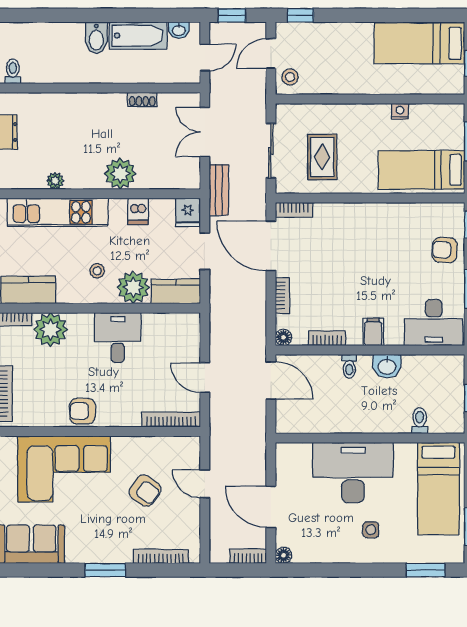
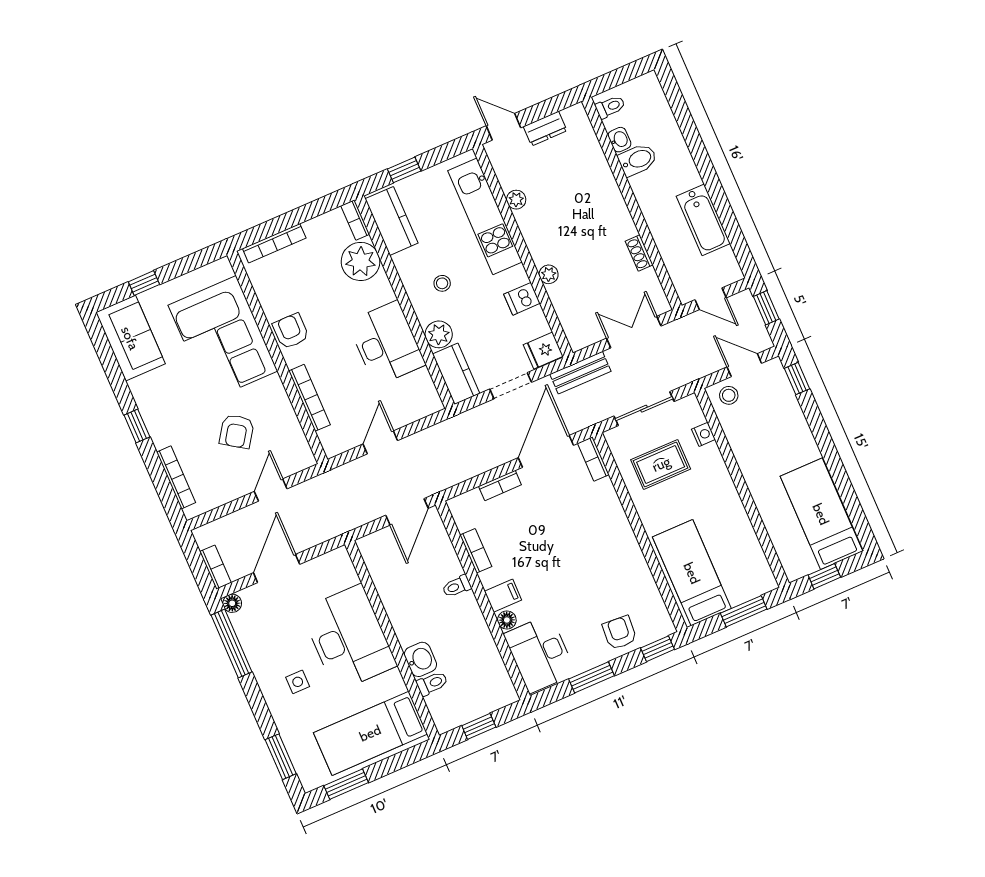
washbasin: (179, 30) -> (619, 140), moved, turned 180
bidet: (96, 38) -> (638, 160), moved, turned 180
nightstand: (400, 111) -> (703, 434), moved
plant: (120, 174) -> (549, 274), width x0.53, depth x0.53
plant: (133, 287) -> (439, 334), width x0.73, depth x0.73
desk: (118, 337) -> (386, 343), width x1.37
floor lamp: (283, 337) -> (507, 620), moved
washbasin: (387, 366) -> (420, 659), moved, turned 180
bookcase: (171, 419) -> (309, 398), moved
window: (105, 570) -> (137, 426), width x0.67
window: (316, 570) -> (232, 644), added

